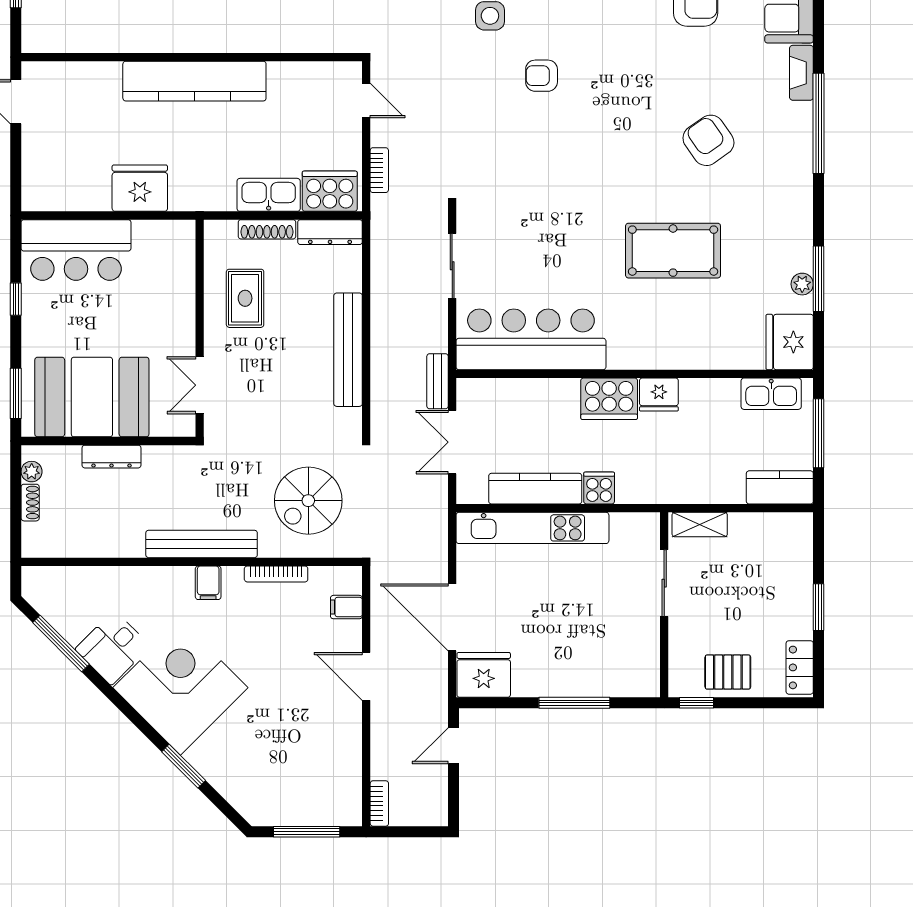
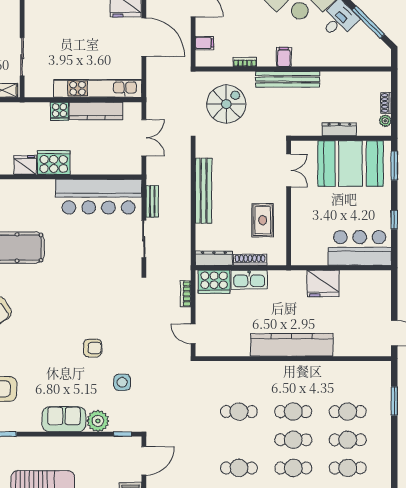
bench: (438, 381) -> (152, 201), moved
bookcase: (276, 574) -> (245, 62), width x0.64

